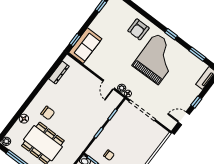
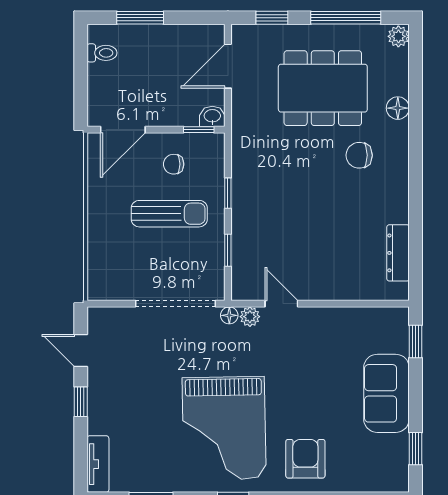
sofa: (85, 46) -> (386, 393), moved
door: (184, 118) -> (81, 351), swing flipped
sun lounger: (122, 140) -> (169, 214), added

